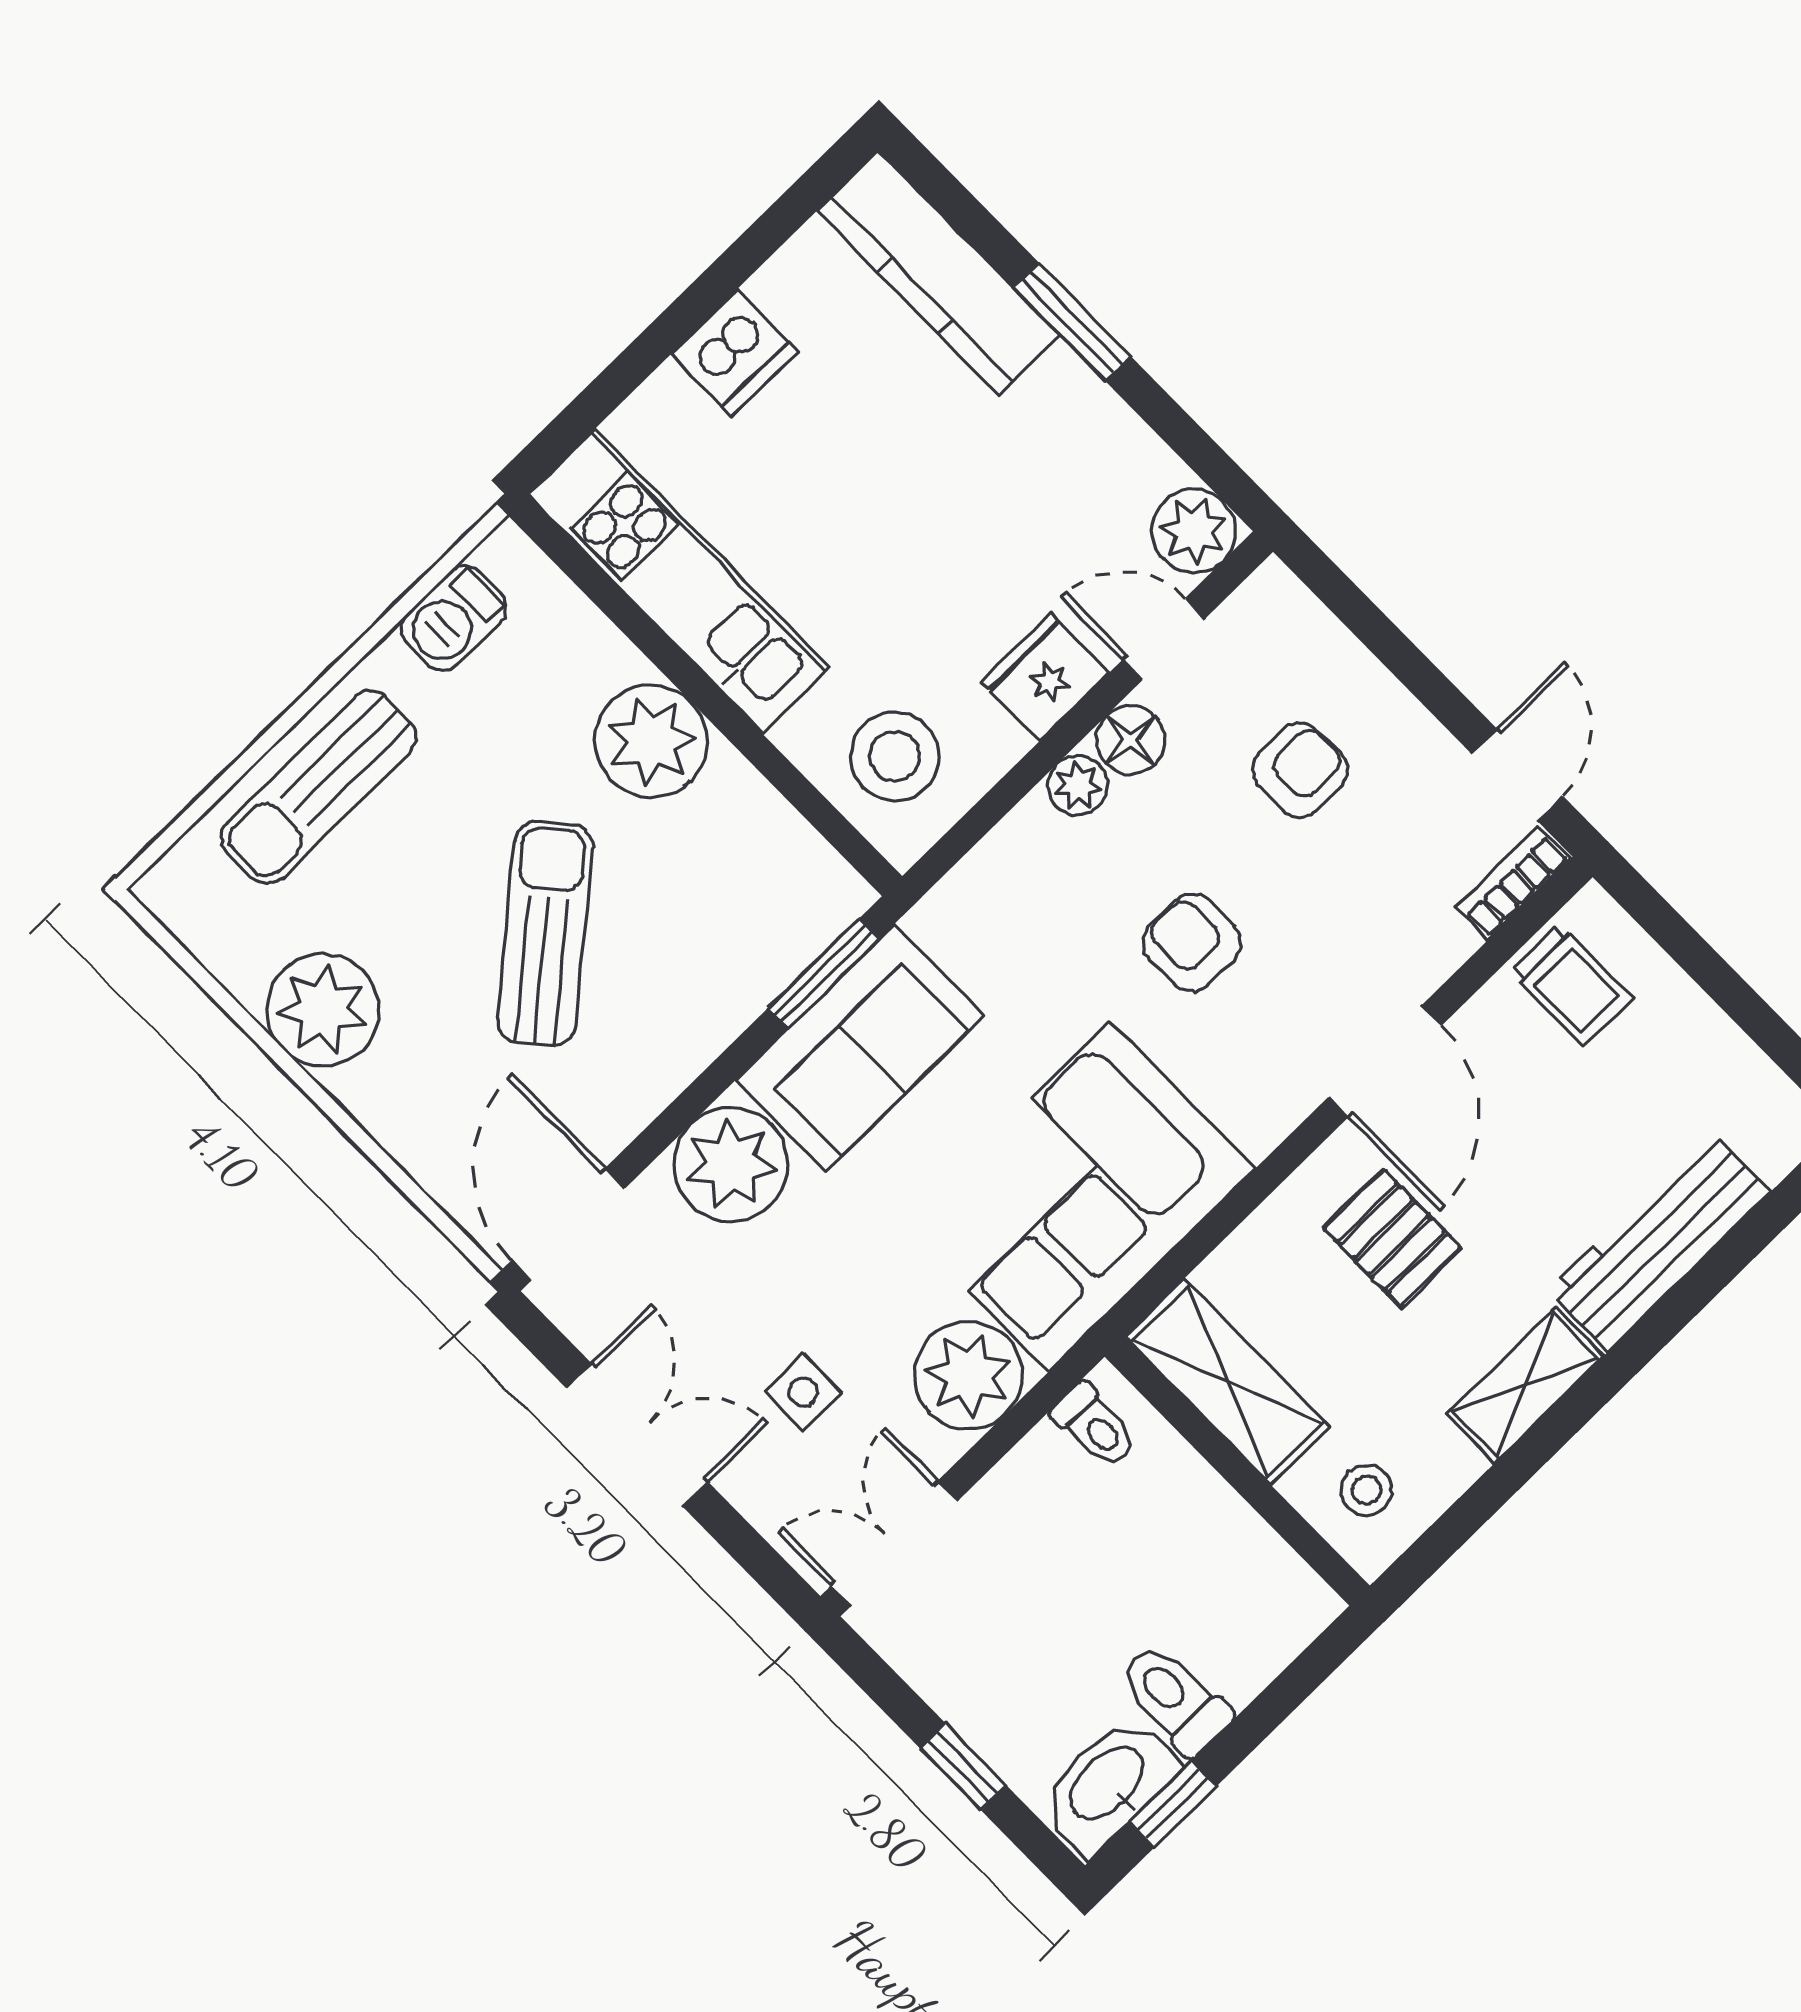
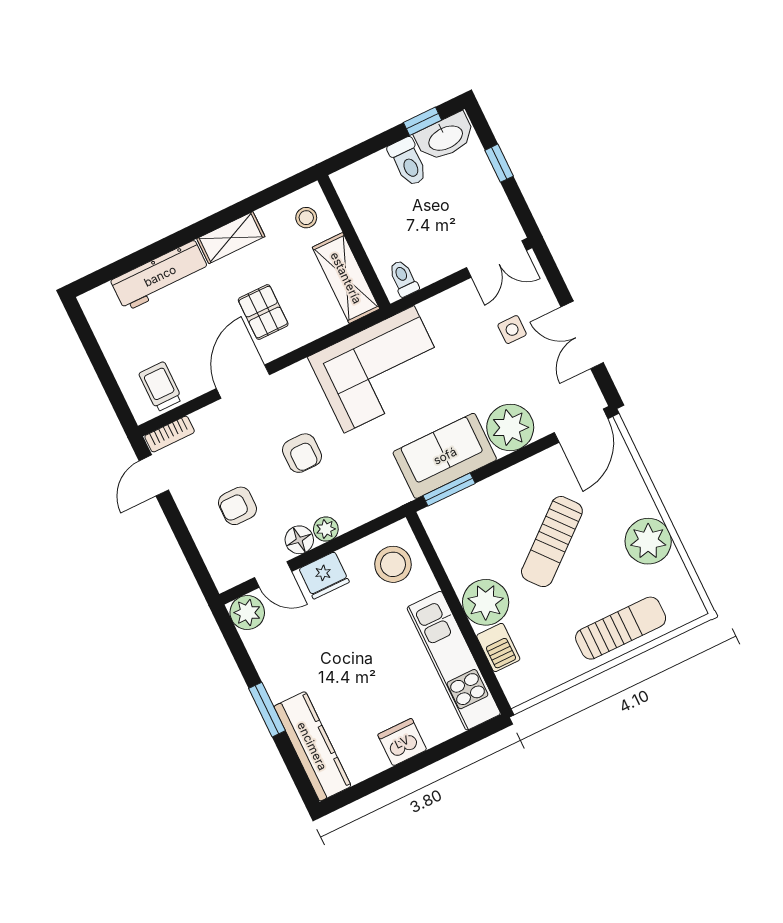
barbecue: (454, 618) -> (498, 647), moved, turned 90
plant: (968, 1375) -> (446, 315), removed

